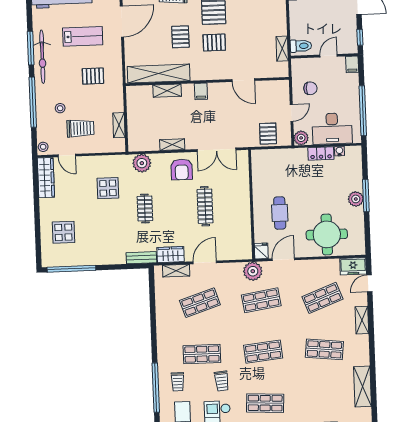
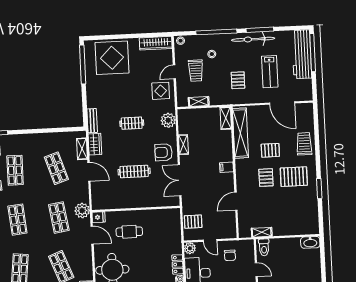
shelving: (167, 91) -> (226, 118), moved
door: (67, 155) -> (174, 72), moved
display table: (108, 188) -> (161, 91), moved
display table: (63, 232) -> (112, 58), width x1.86, depth x1.86

